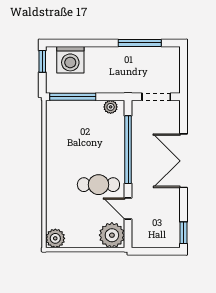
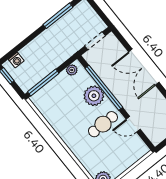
washing machine: (70, 60) -> (16, 60), width x0.53, depth x0.53
plant: (112, 235) -> (94, 96), moved

